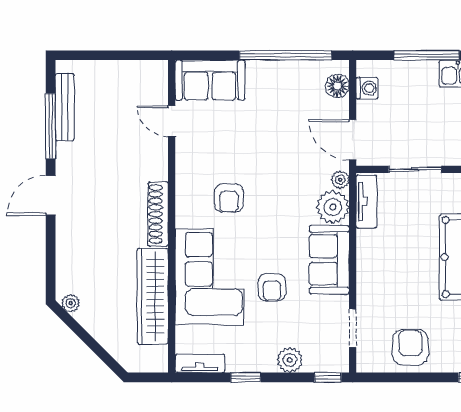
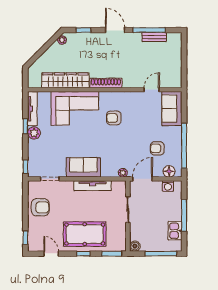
bench: (65, 107) -> (154, 37), width x0.73
tv unit: (366, 202) -> (93, 186), moved, width x1.41
plant: (333, 207) -> (109, 169), removed
window: (51, 260) -> (83, 30), added
armchair: (272, 287) -> (157, 148), moved
plant: (290, 360) -> (34, 133), moved
tv unit: (200, 363) -> (32, 109), width x1.41

